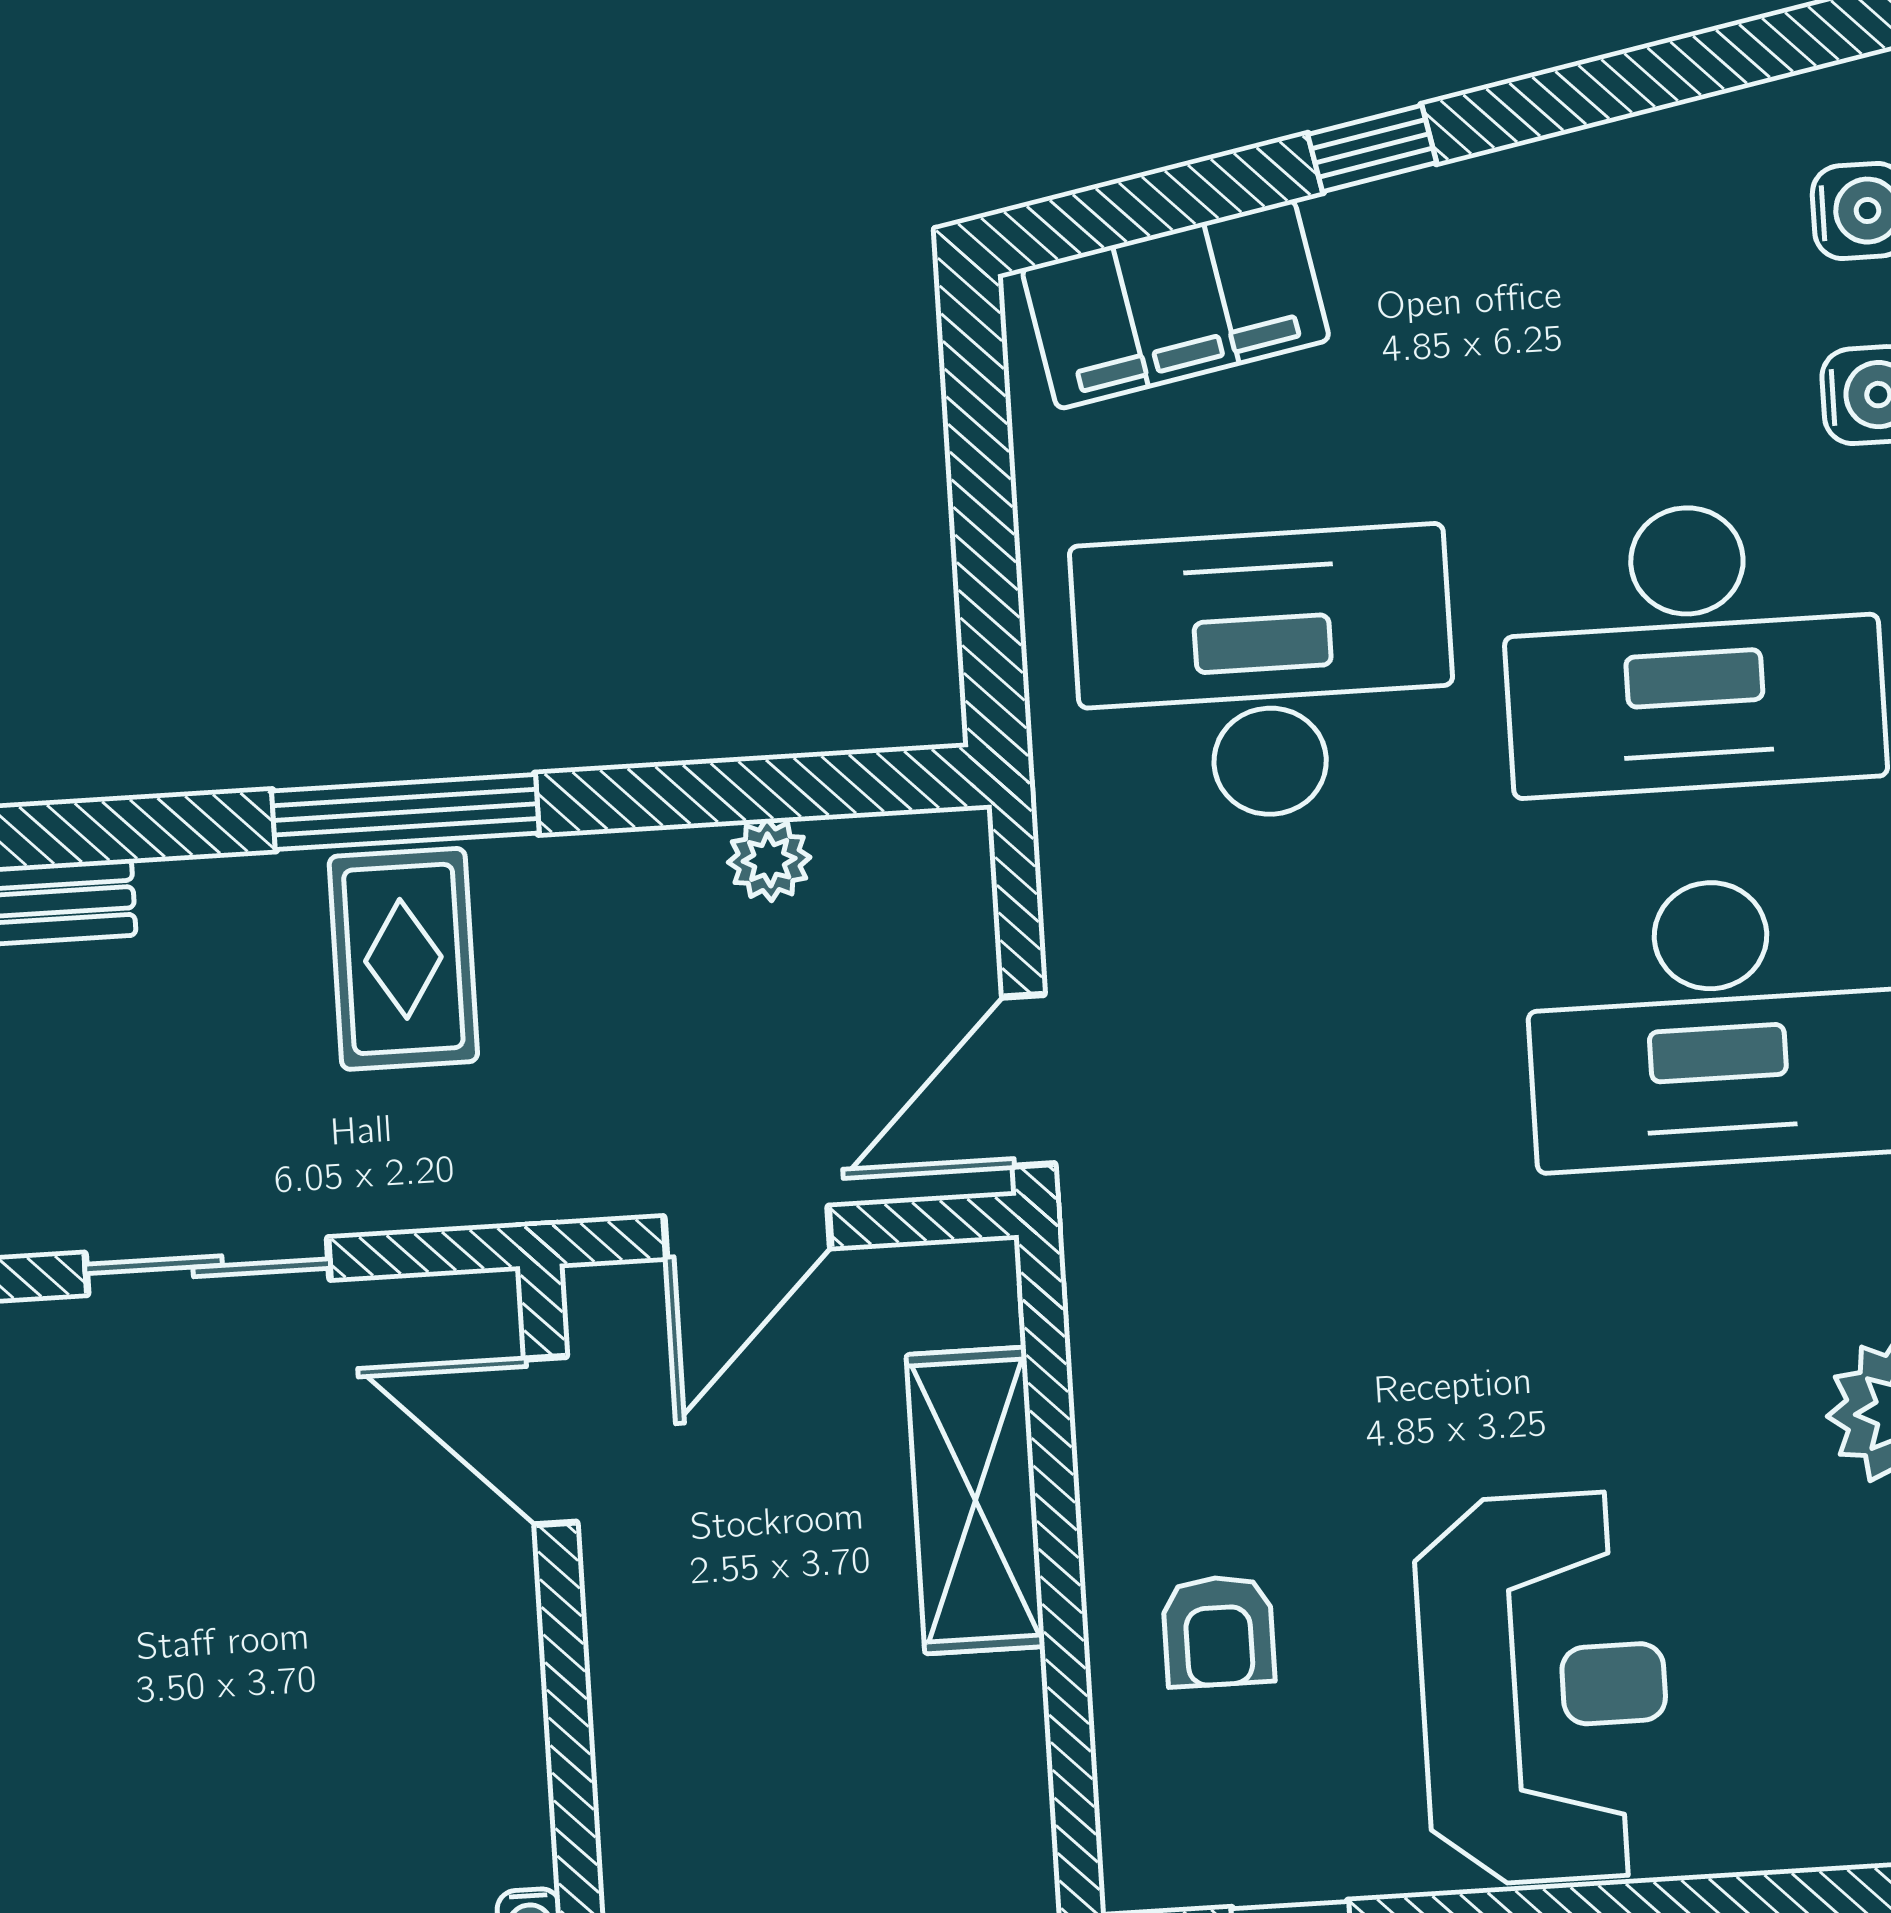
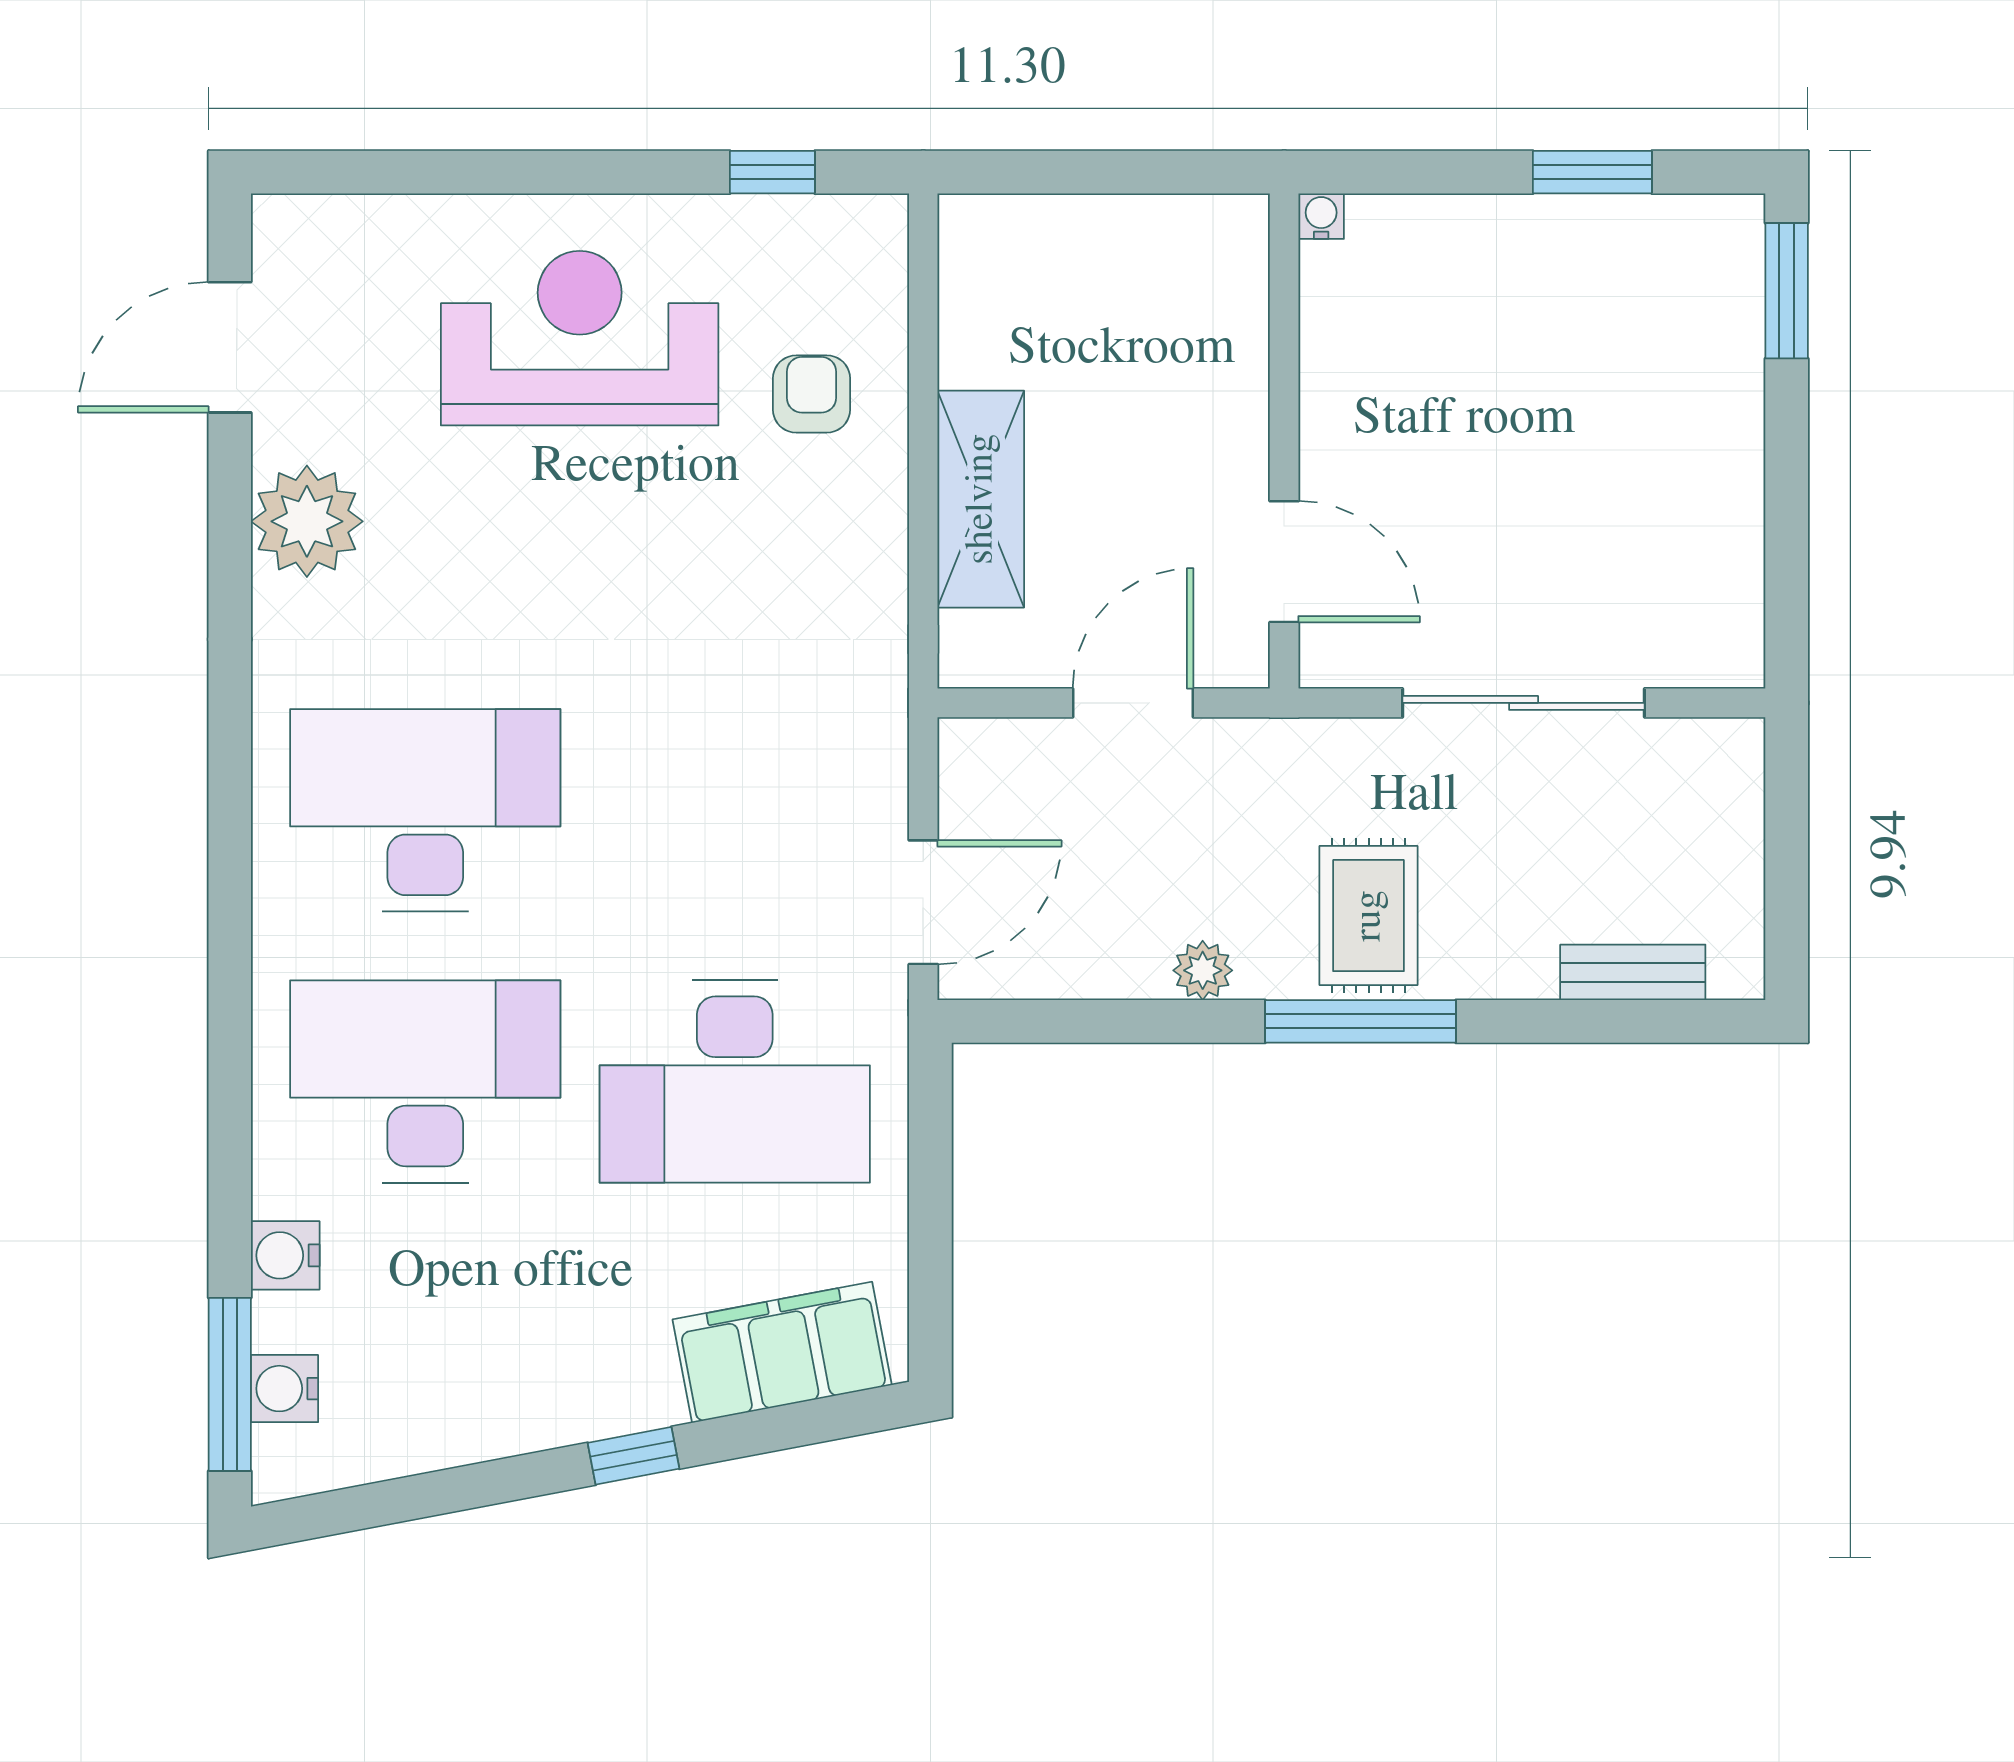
plant: (769, 860) -> (1203, 970), moved
door: (1029, 1080) -> (923, 902), moved
sliding door: (208, 1266) -> (1524, 703), width x1.37
reception desk: (1544, 1688) -> (580, 338), turned 90

